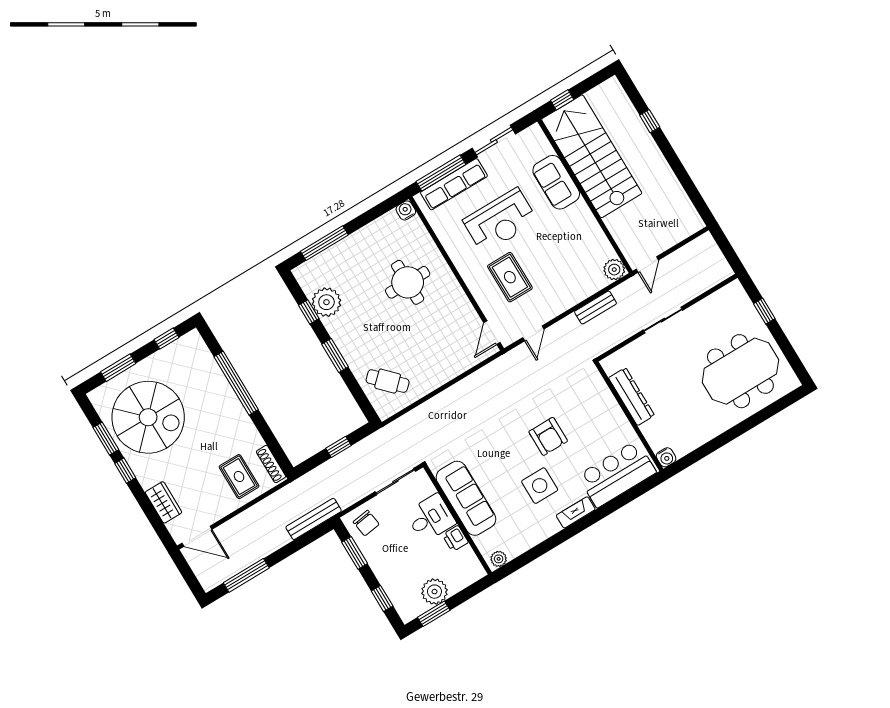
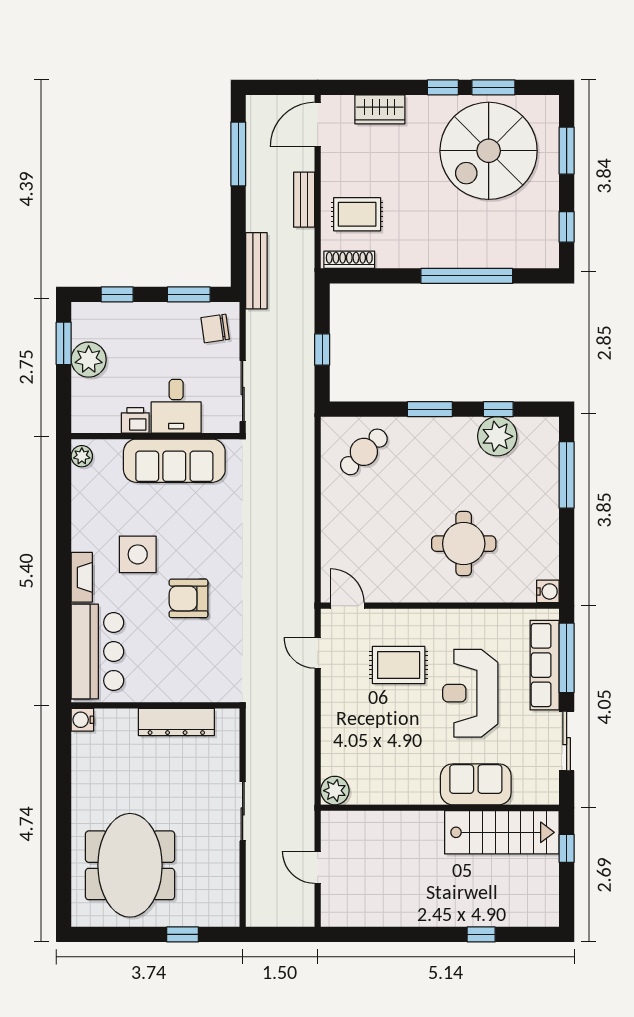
stairs: (592, 156) -> (502, 832), width x0.73, depth x0.66
door: (647, 265) -> (318, 867), moved
bench: (595, 308) -> (304, 200), moved

